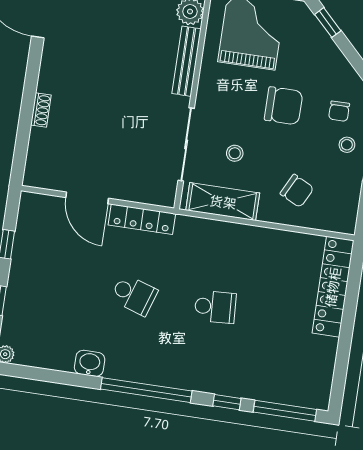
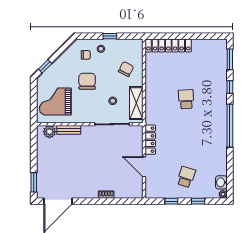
bench: (187, 61) -> (69, 130), width x0.73
door: (87, 198) -> (144, 167), swing flipped
school desk: (134, 295) -> (186, 177), moved
washbasin: (90, 363) -> (221, 182), moved
window: (285, 411) -> (230, 59), width x0.69

